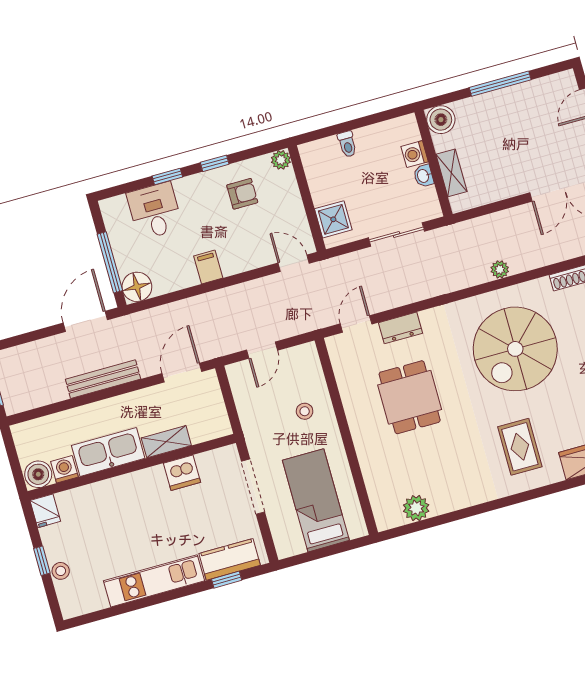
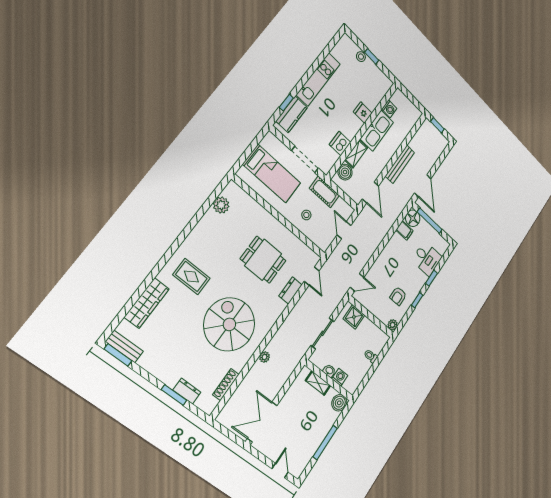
filing cabinet: (208, 267) -> (404, 230), moved
cot: (255, 423) -> (324, 192), added
boiler: (38, 474) -> (345, 172), moved
fridge: (45, 511) -> (363, 113), moved

